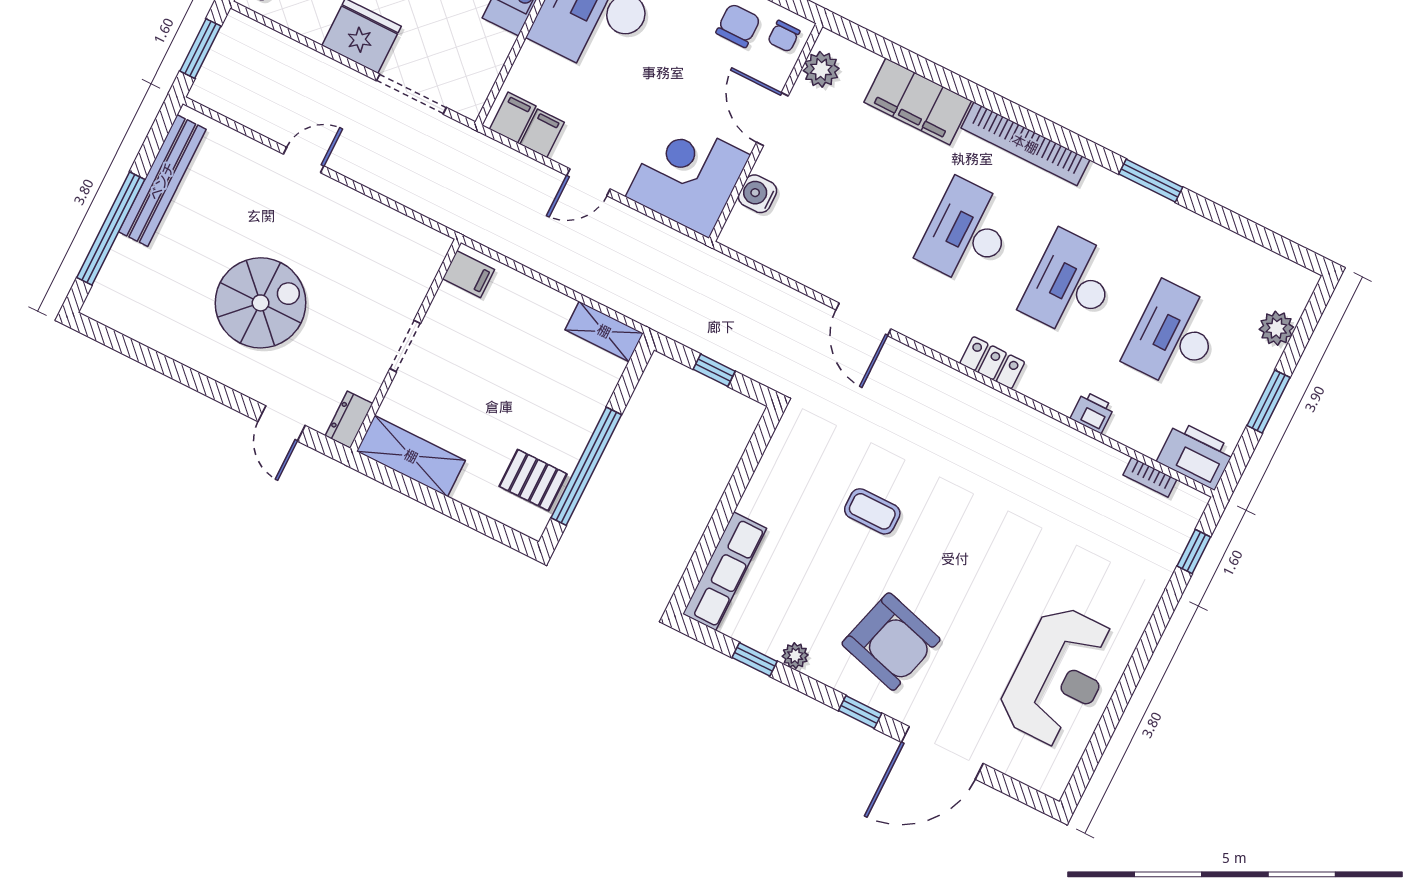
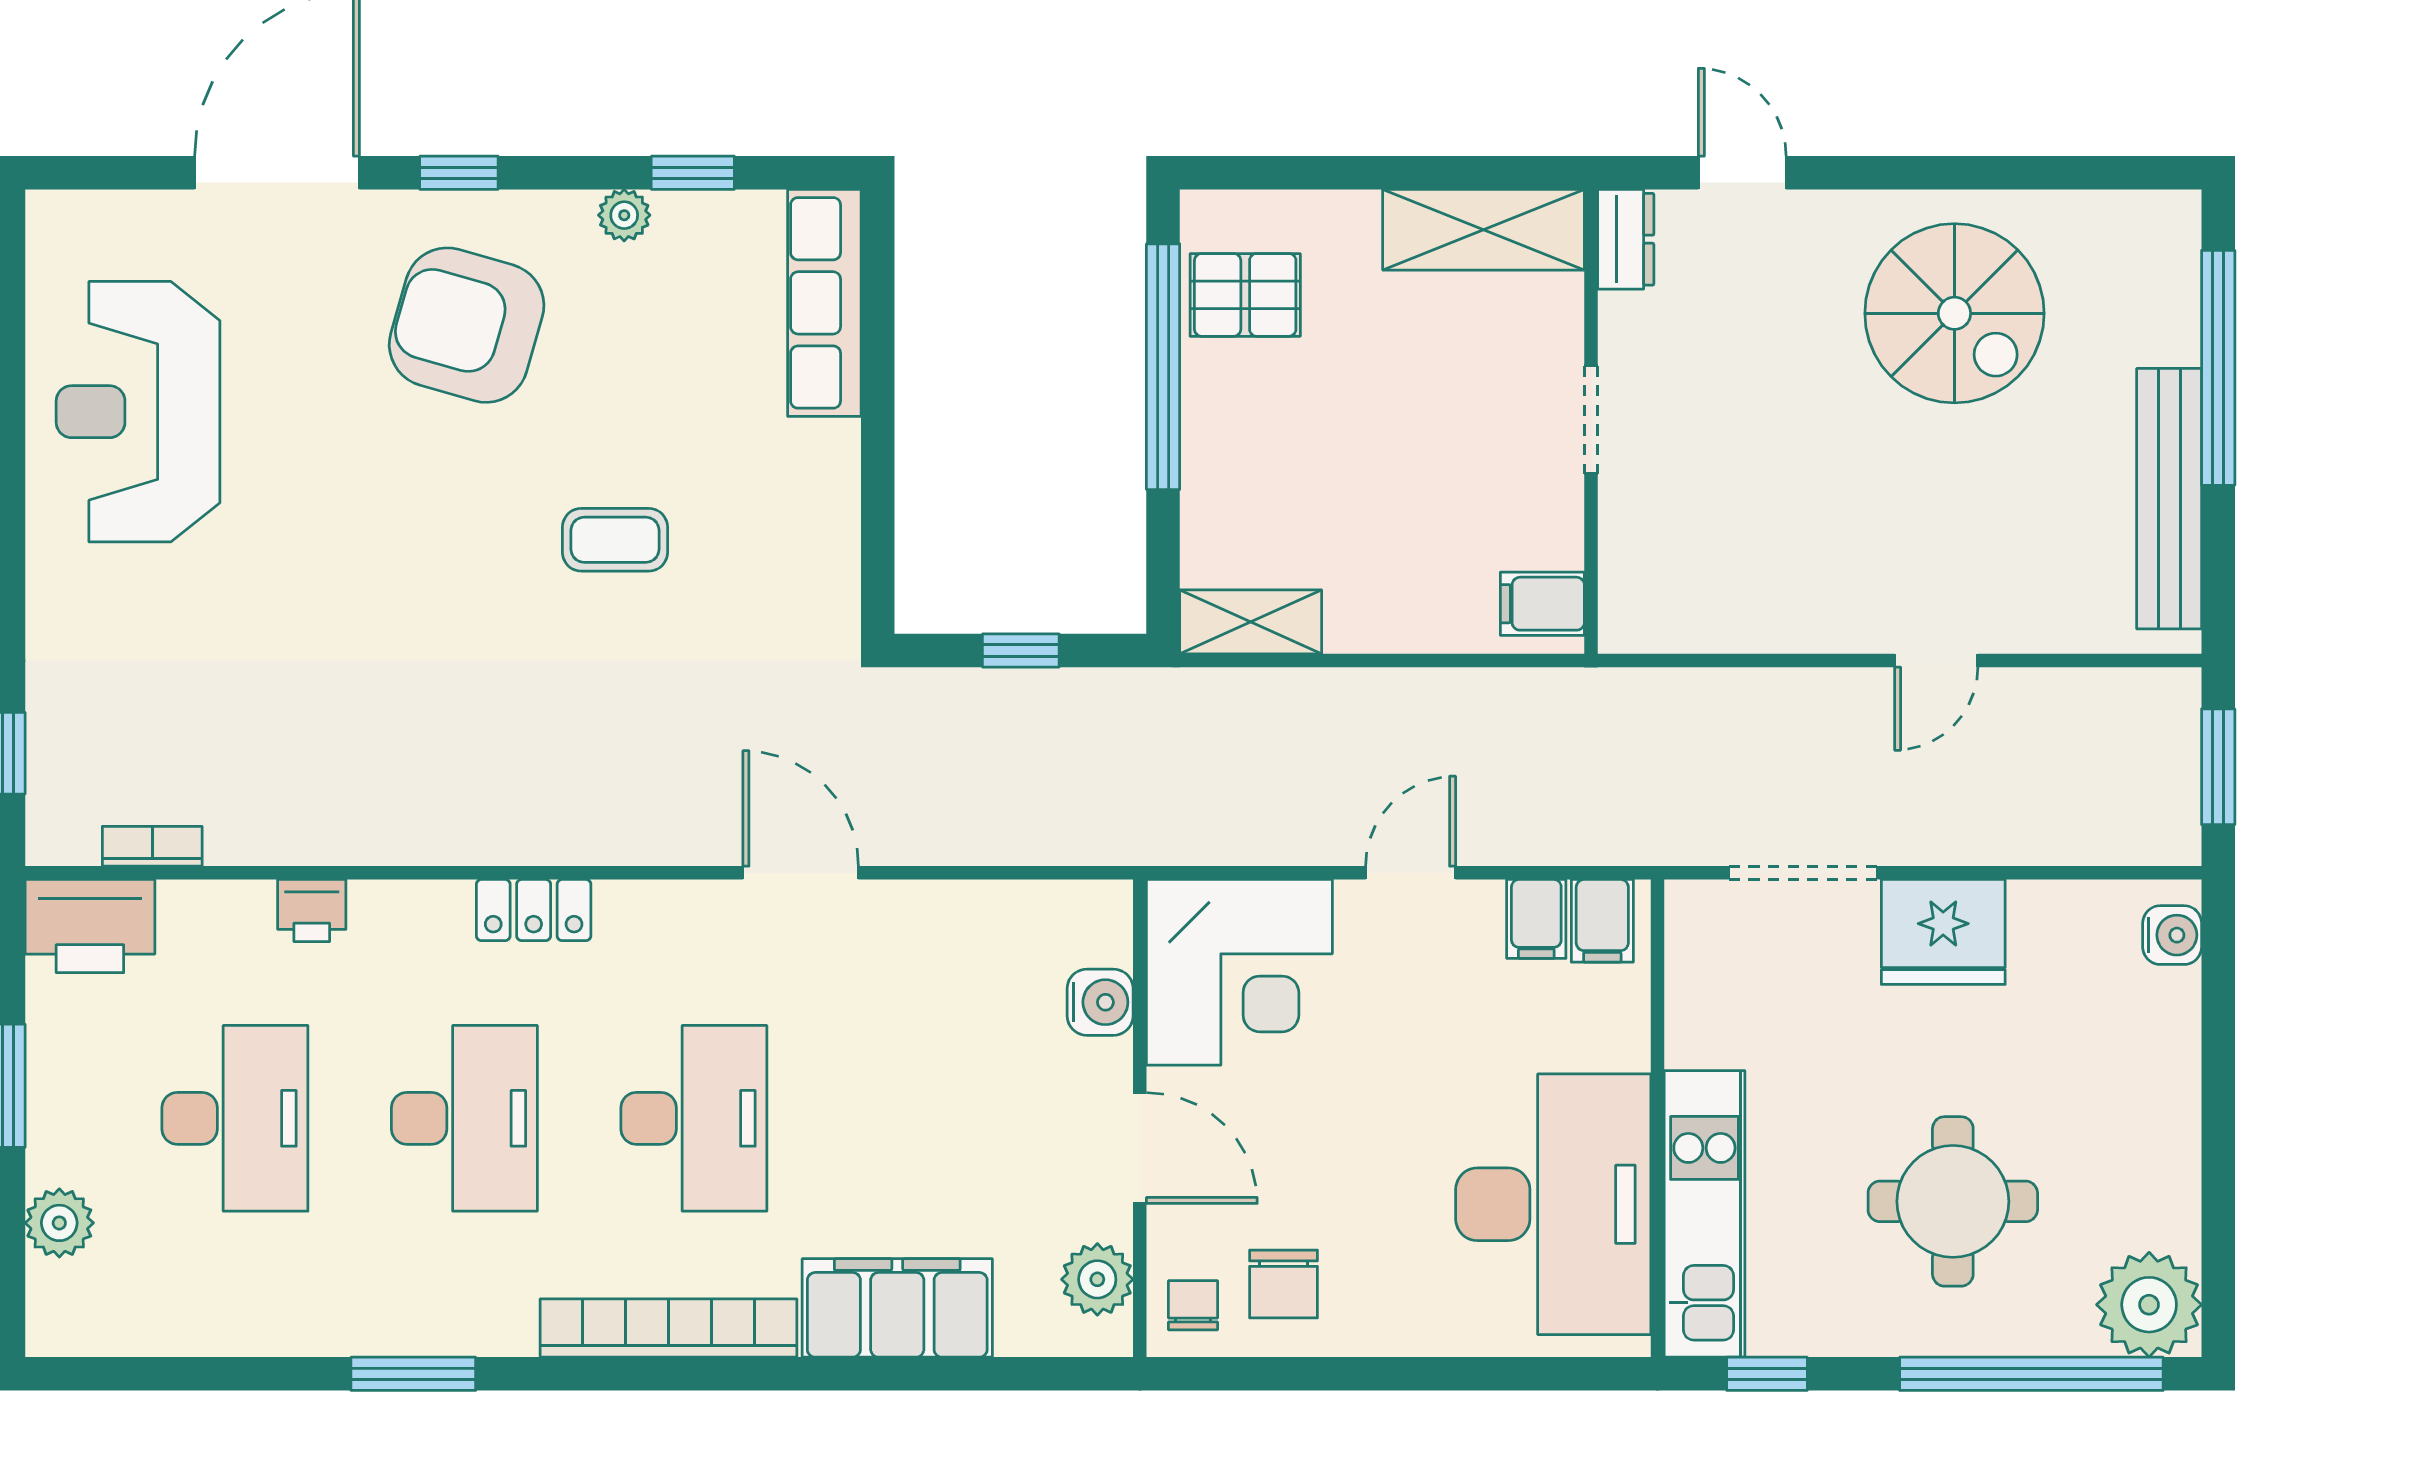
spiral stairs: (261, 303) -> (1954, 313), moved, turned -90

